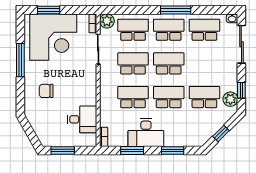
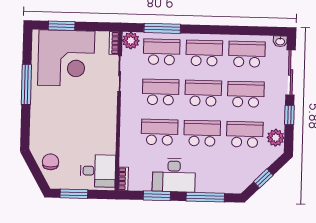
window: (176, 10) -> (162, 28), moved
school desk: (204, 63) -> (246, 94), added
window: (241, 90) -> (289, 115), moved
chair: (46, 91) -> (51, 162), moved, turned 90
desk: (82, 119) -> (98, 171), moved
window: (173, 150) -> (205, 197), width x1.44

